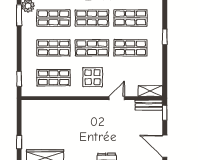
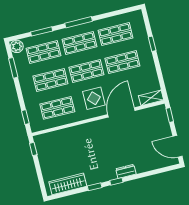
window: (19, 15) -> (13, 68), moved
door: (117, 98) -> (121, 112), width x1.88
bench: (149, 105) -> (153, 112), removed
window: (19, 142) -> (33, 149), moved

